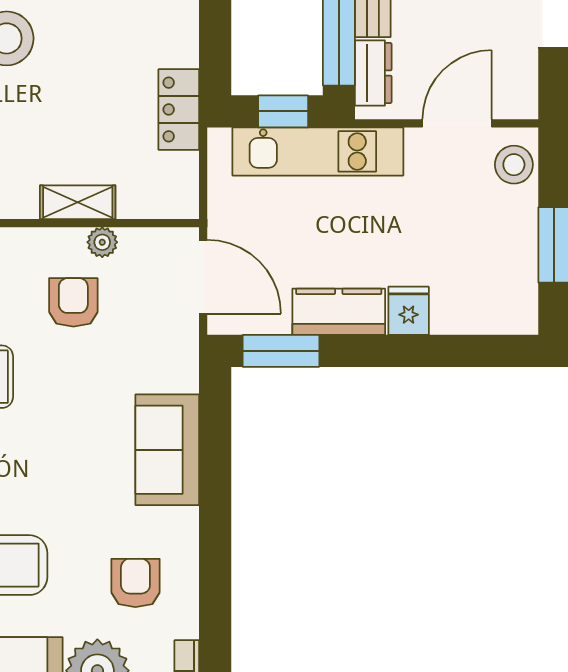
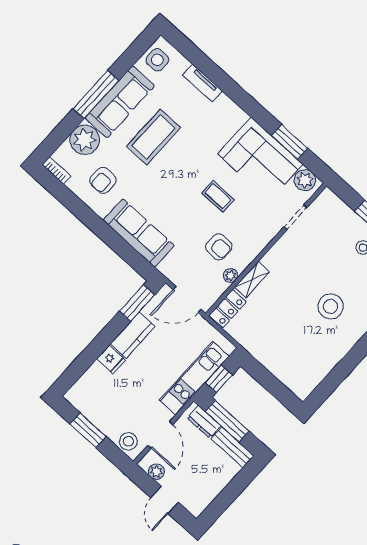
plant: (521, 76) -> (156, 472), added
locker: (179, 109) -> (228, 309), moved, turned 90
sofa: (167, 450) -> (139, 233), width x1.36
armchair: (135, 583) -> (103, 180), turned 90

